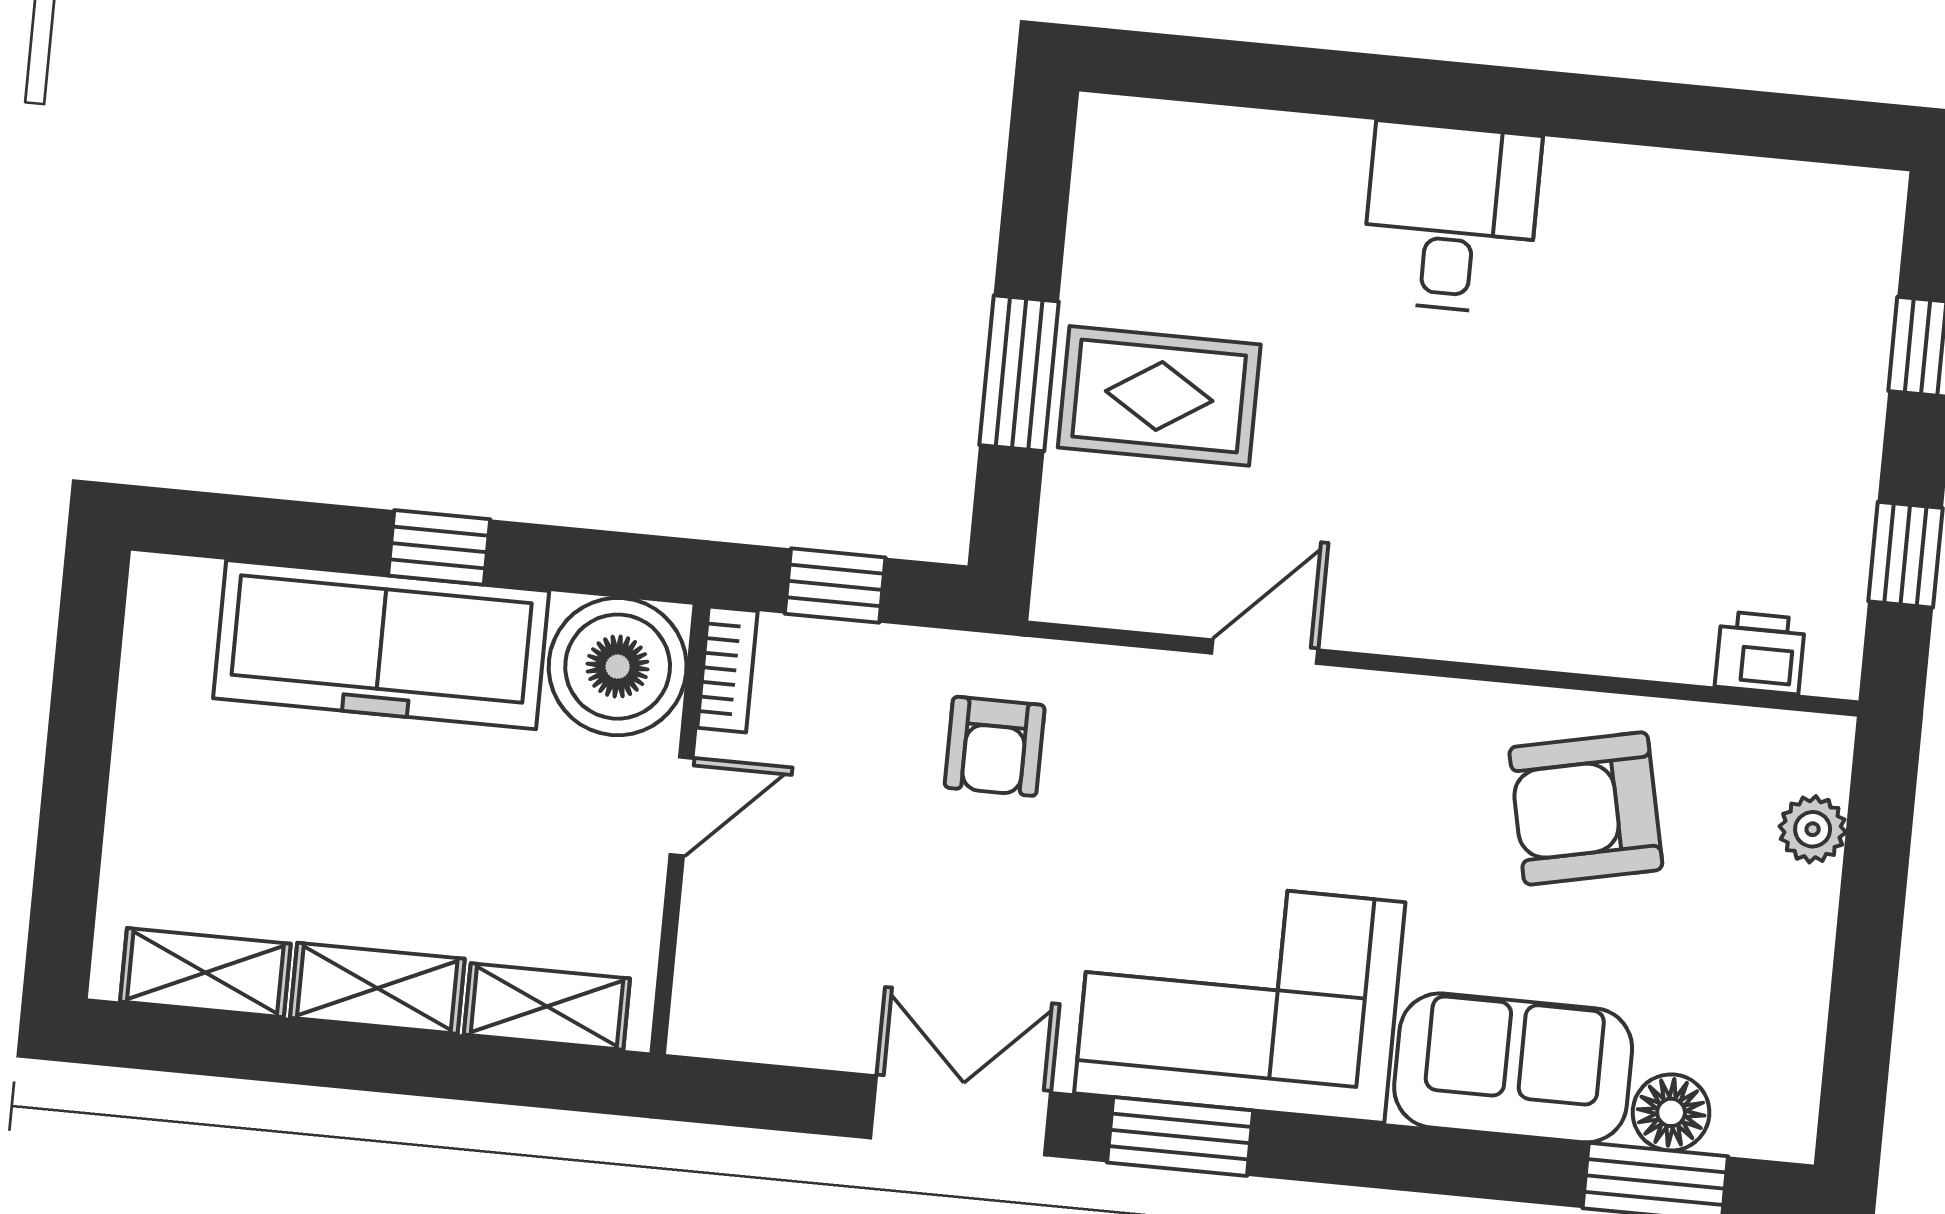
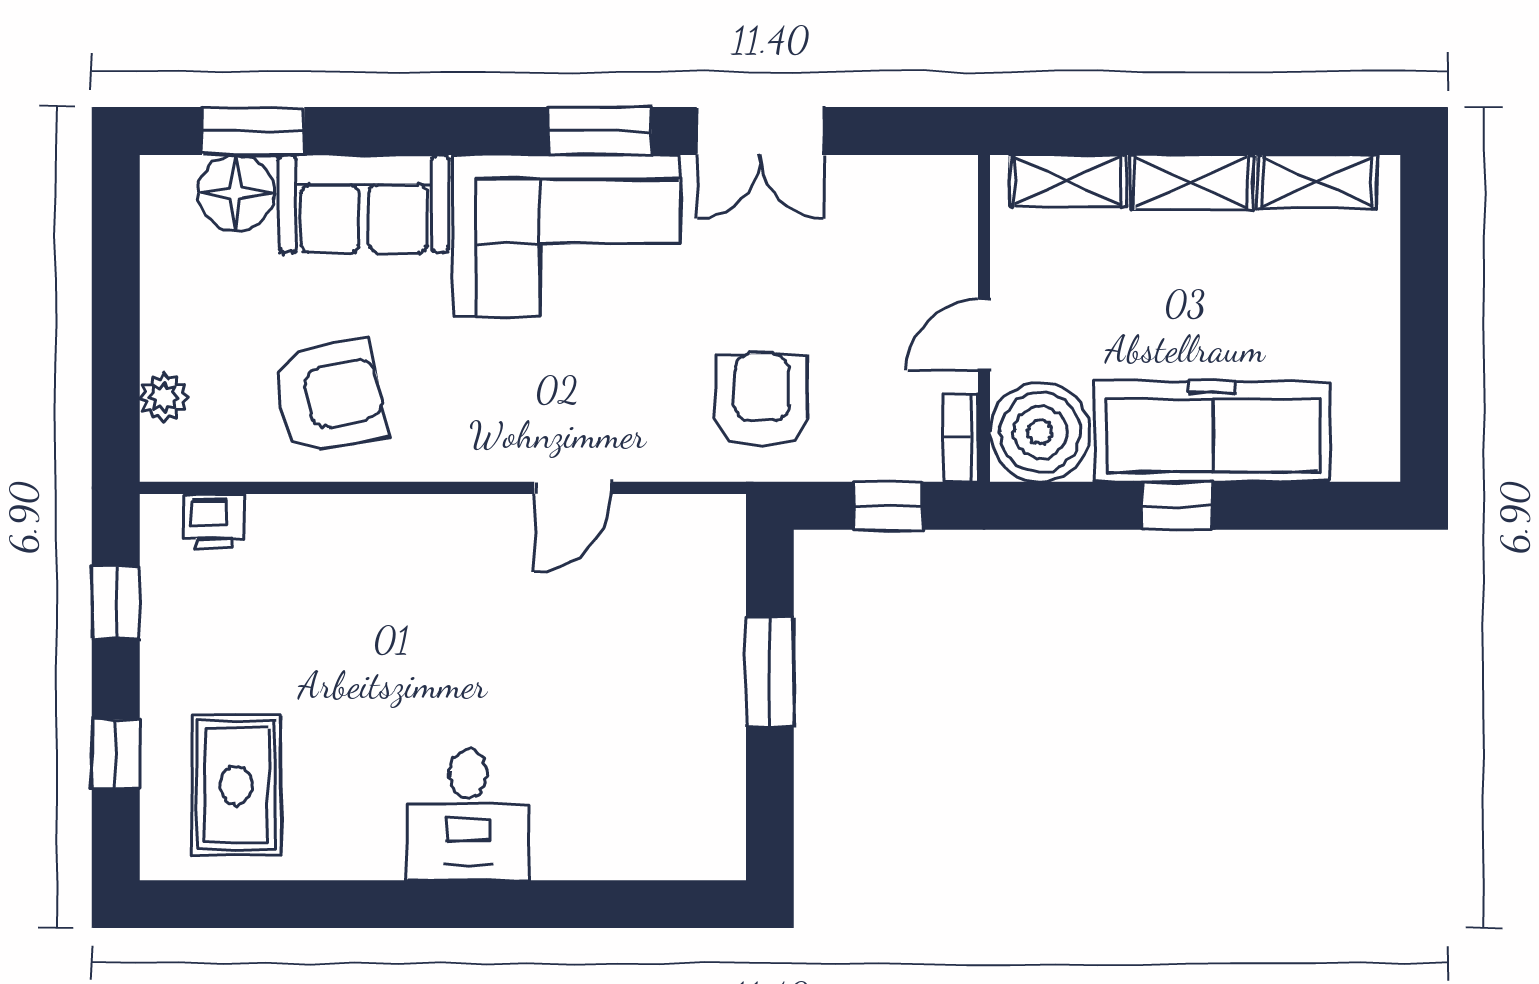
rug: (1159, 396) -> (236, 785), moved, turned 90
armchair: (995, 746) -> (762, 400), width x1.38, depth x1.38
floor lamp: (1671, 1112) -> (236, 193), width x1.38, depth x1.38

